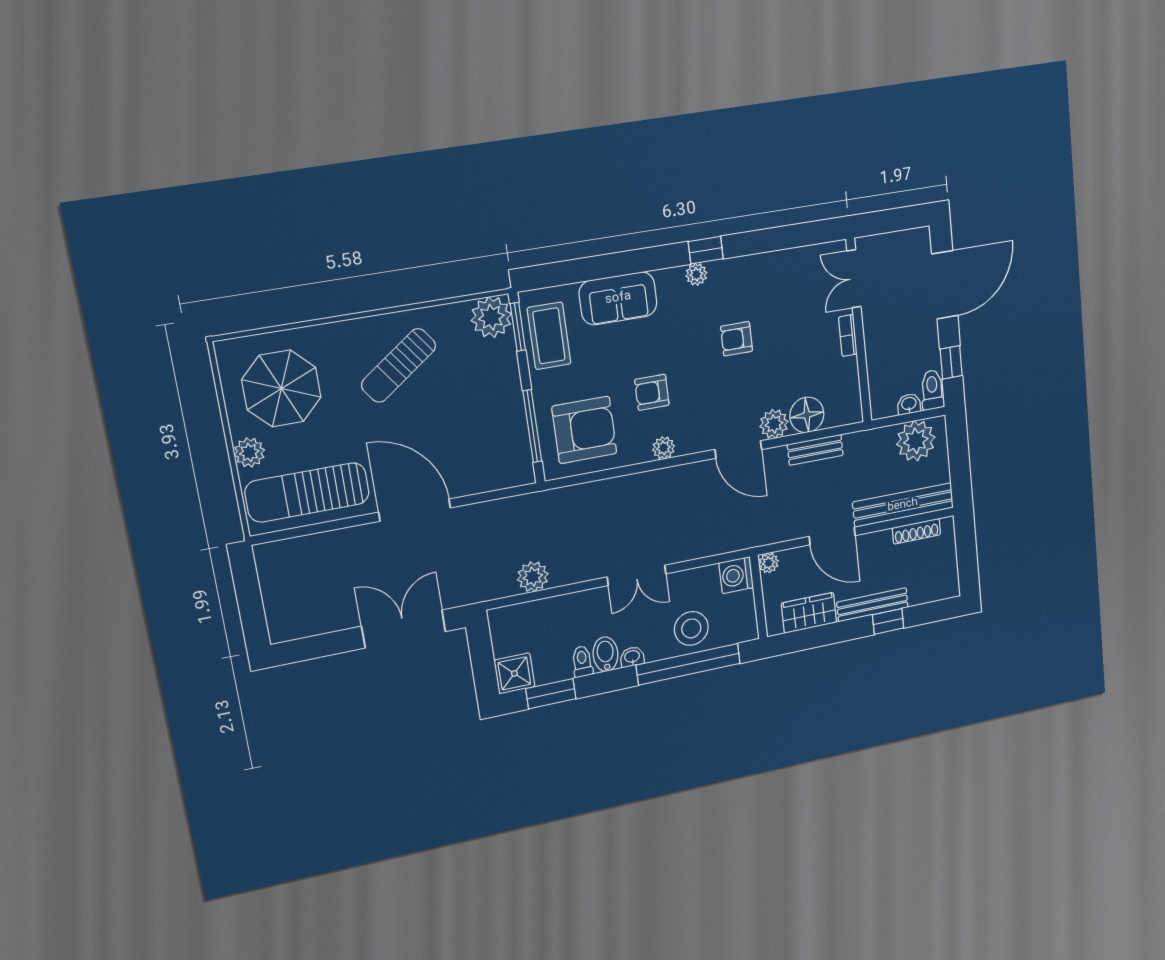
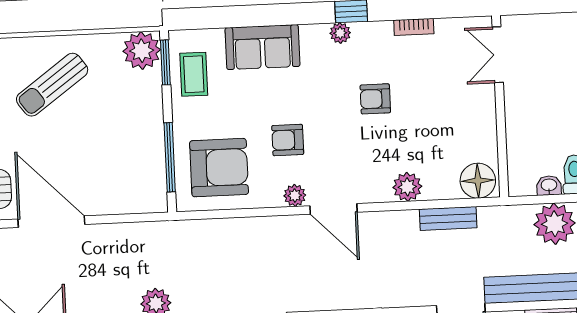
bookcase: (848, 335) -> (414, 27), moved, turned -90
coffee table: (549, 336) -> (194, 74), width x0.73, depth x0.77
floor lamp: (807, 415) -> (478, 181), moved
door: (738, 449) -> (334, 209), moved

